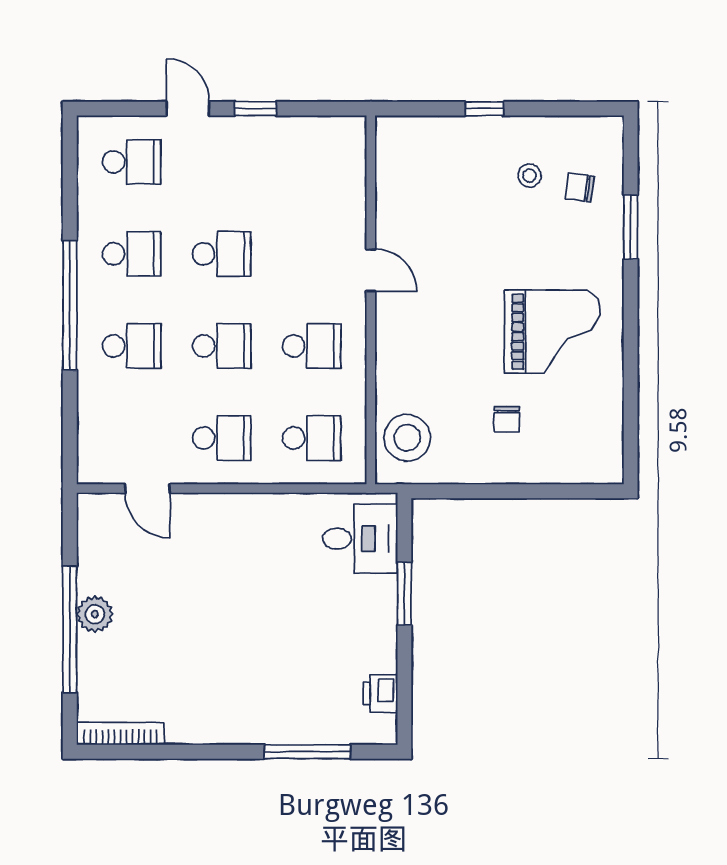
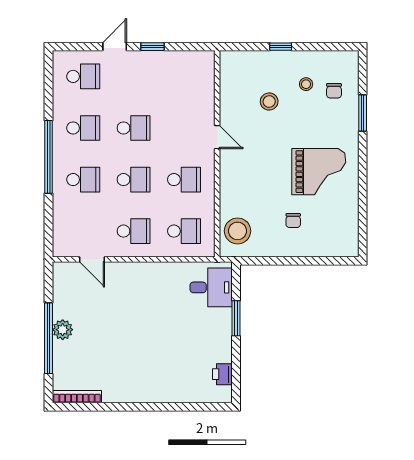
door: (188, 109) -> (115, 47), hinge flipped
chair: (580, 187) -> (334, 91), turned -98
stool: (464, 207) -> (269, 102), added
window: (307, 752) -> (182, 407), removed

